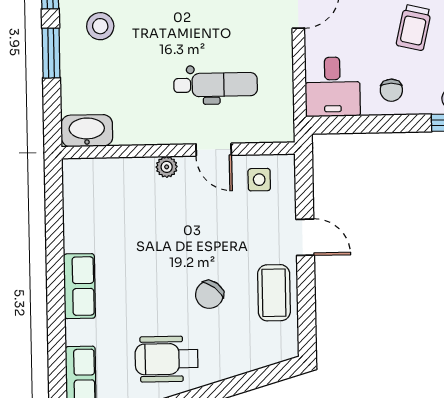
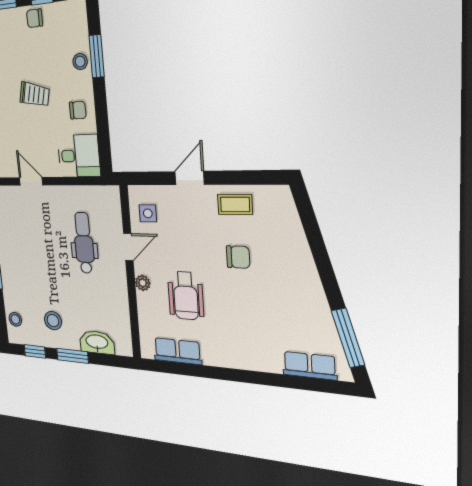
washbasin: (87, 131) -> (97, 342), moved, turned 90
row of seats: (79, 286) -> (177, 351), moved
coffee table: (274, 293) -> (235, 204), width x0.73, depth x0.77
chair: (209, 295) -> (238, 257), turned -38
wheelchair: (167, 359) -> (186, 296), moved

